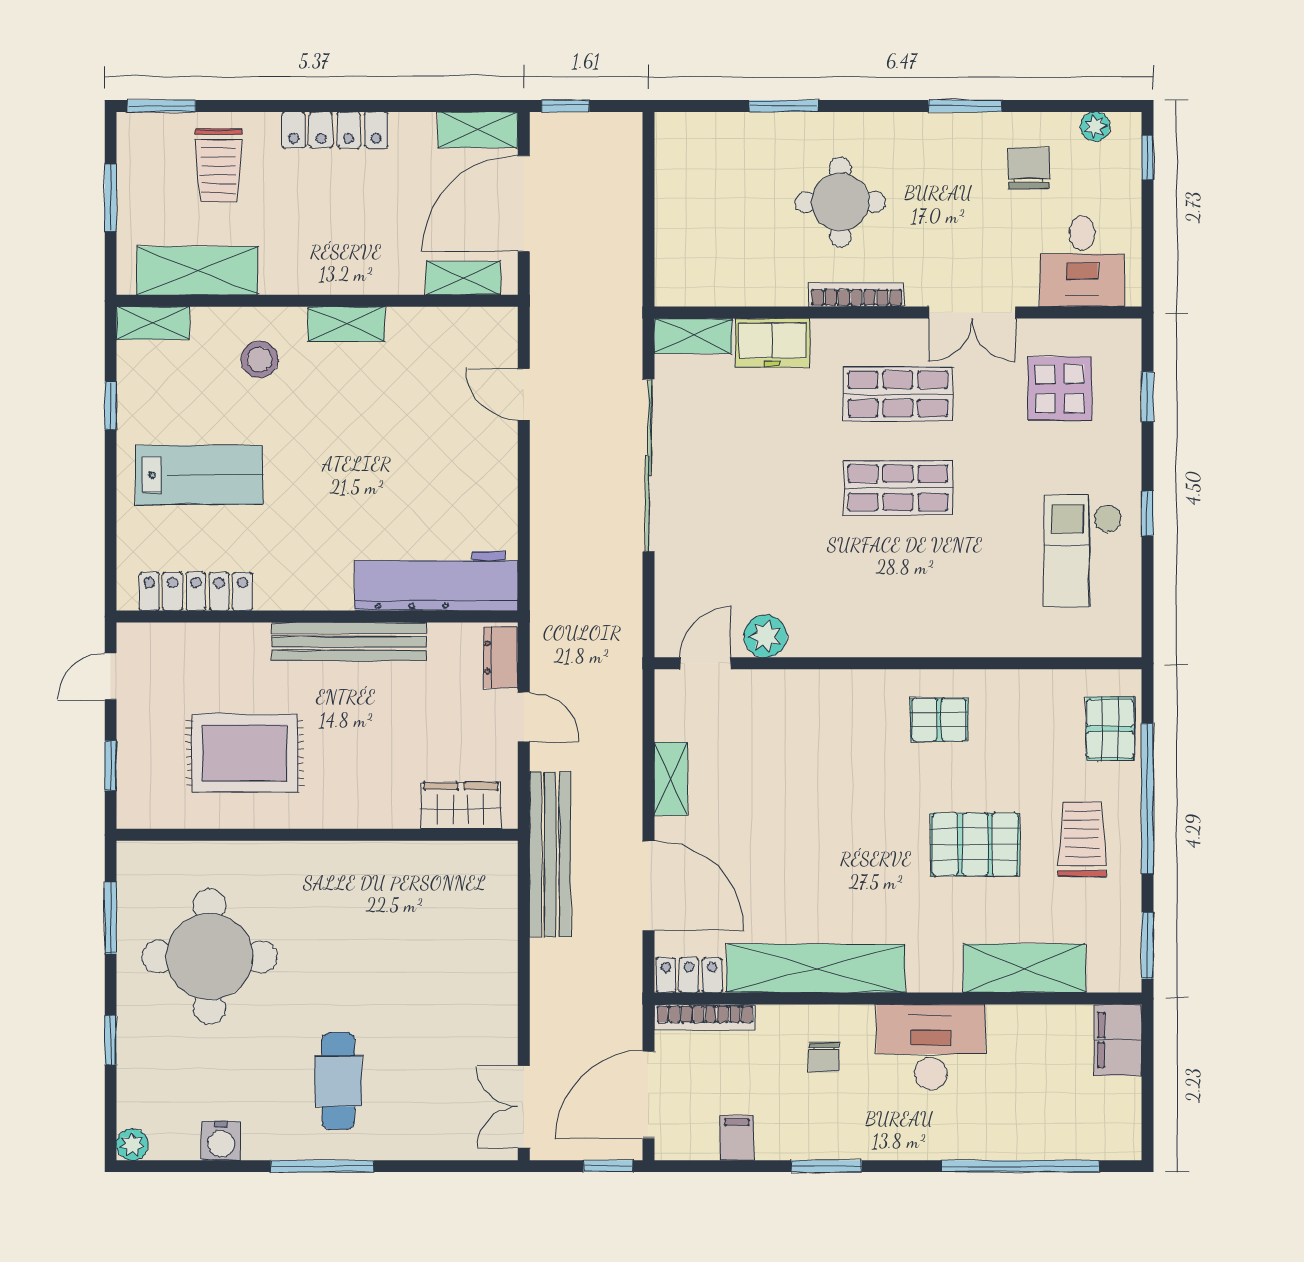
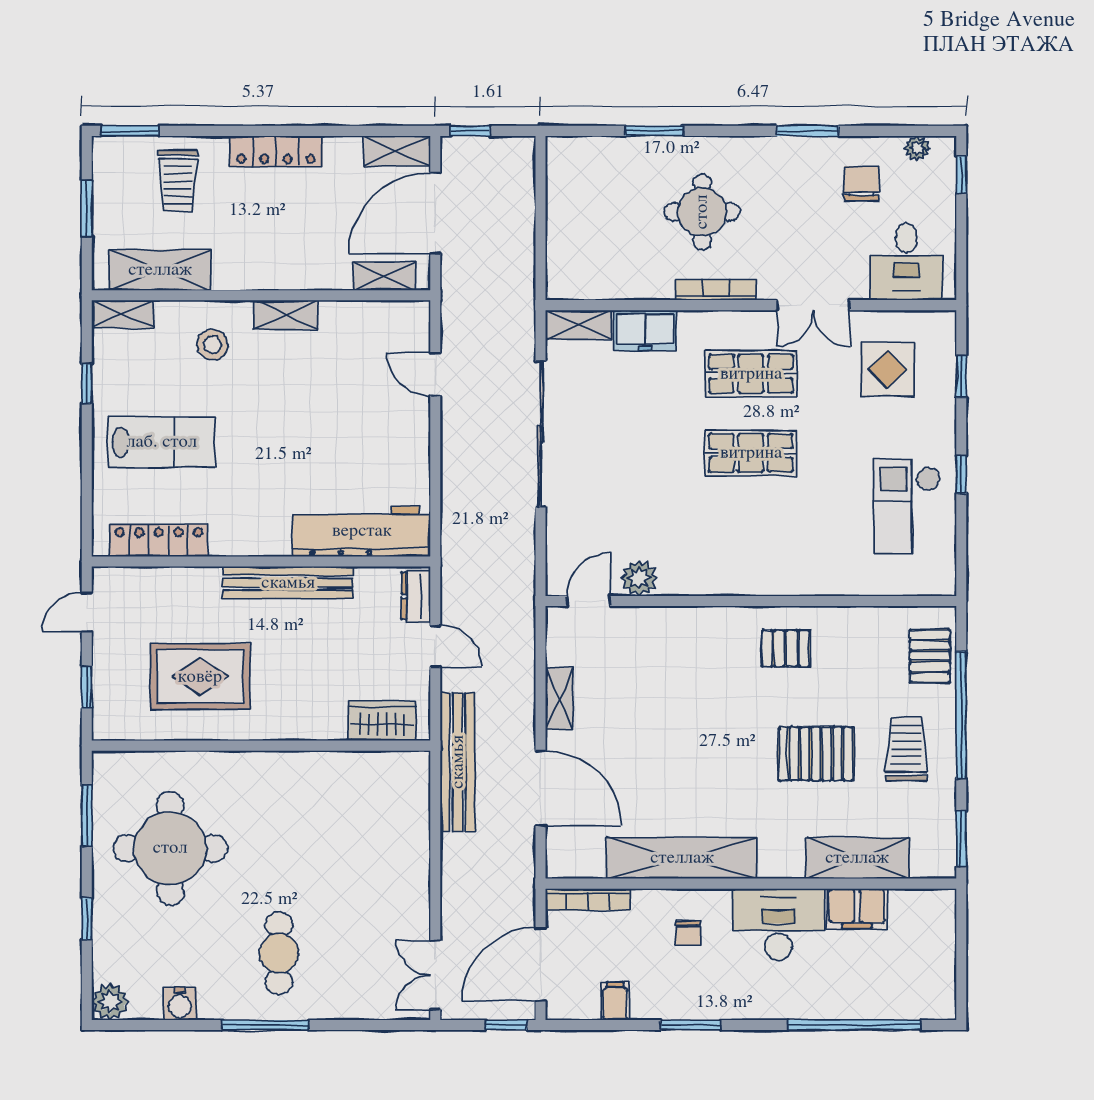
locker: (689, 975) -> (575, 864), removed
filing cabinet: (1118, 1040) -> (857, 909), moved, turned -90
plant: (132, 1144) -> (110, 1002), width x1.38, depth x1.38

